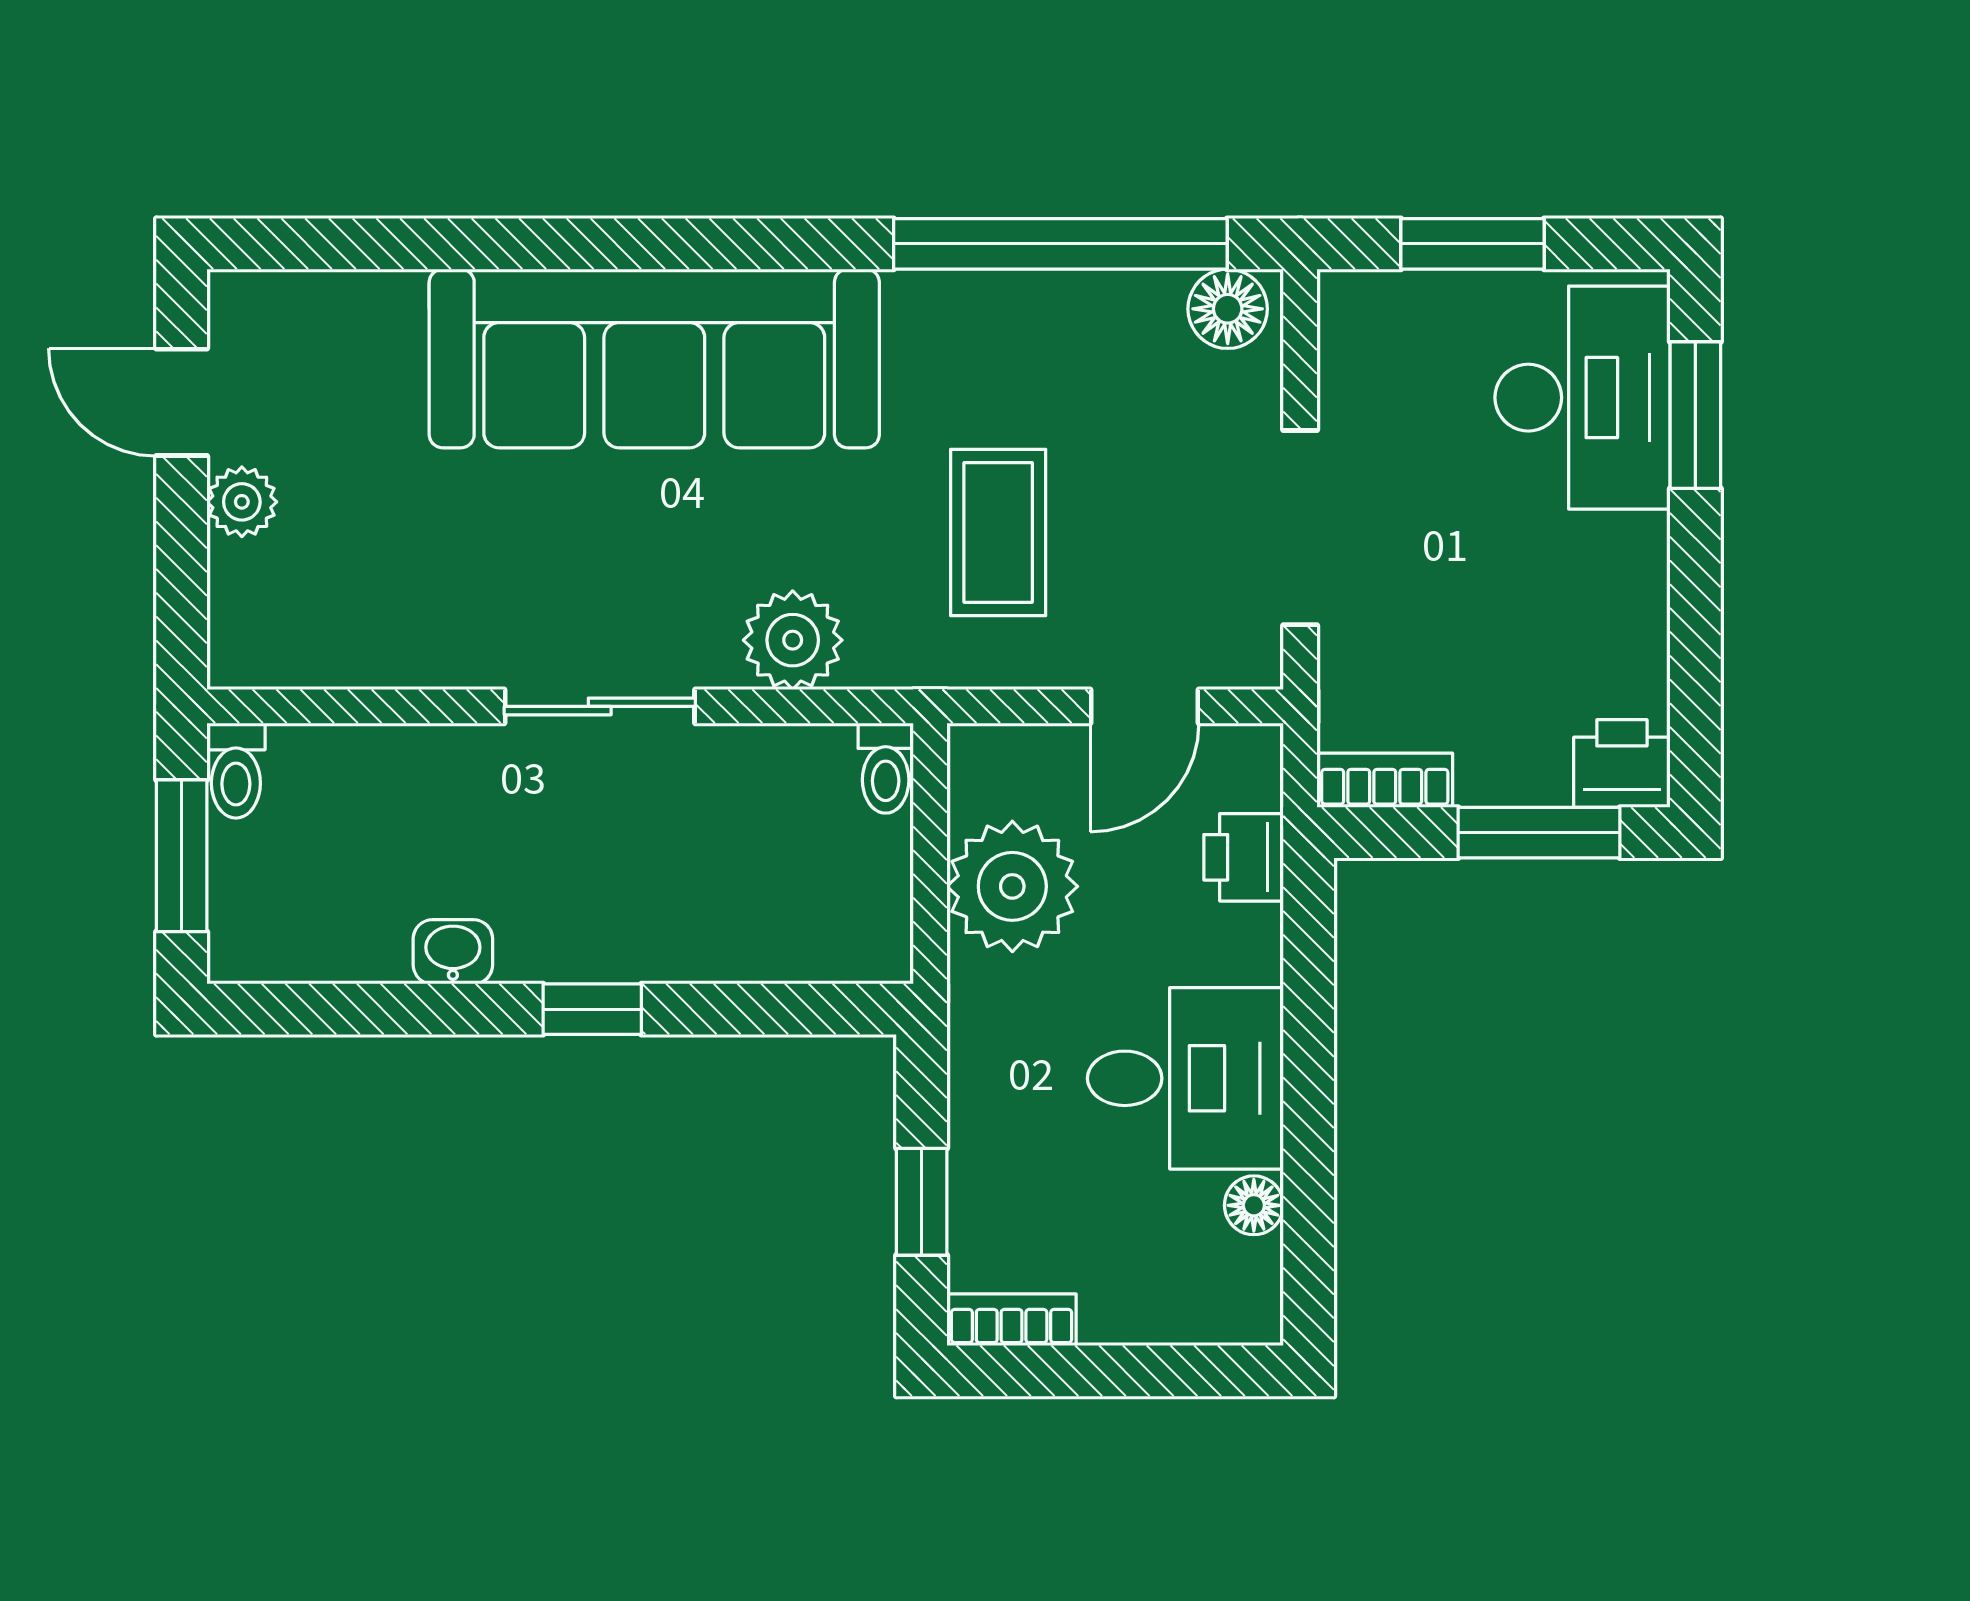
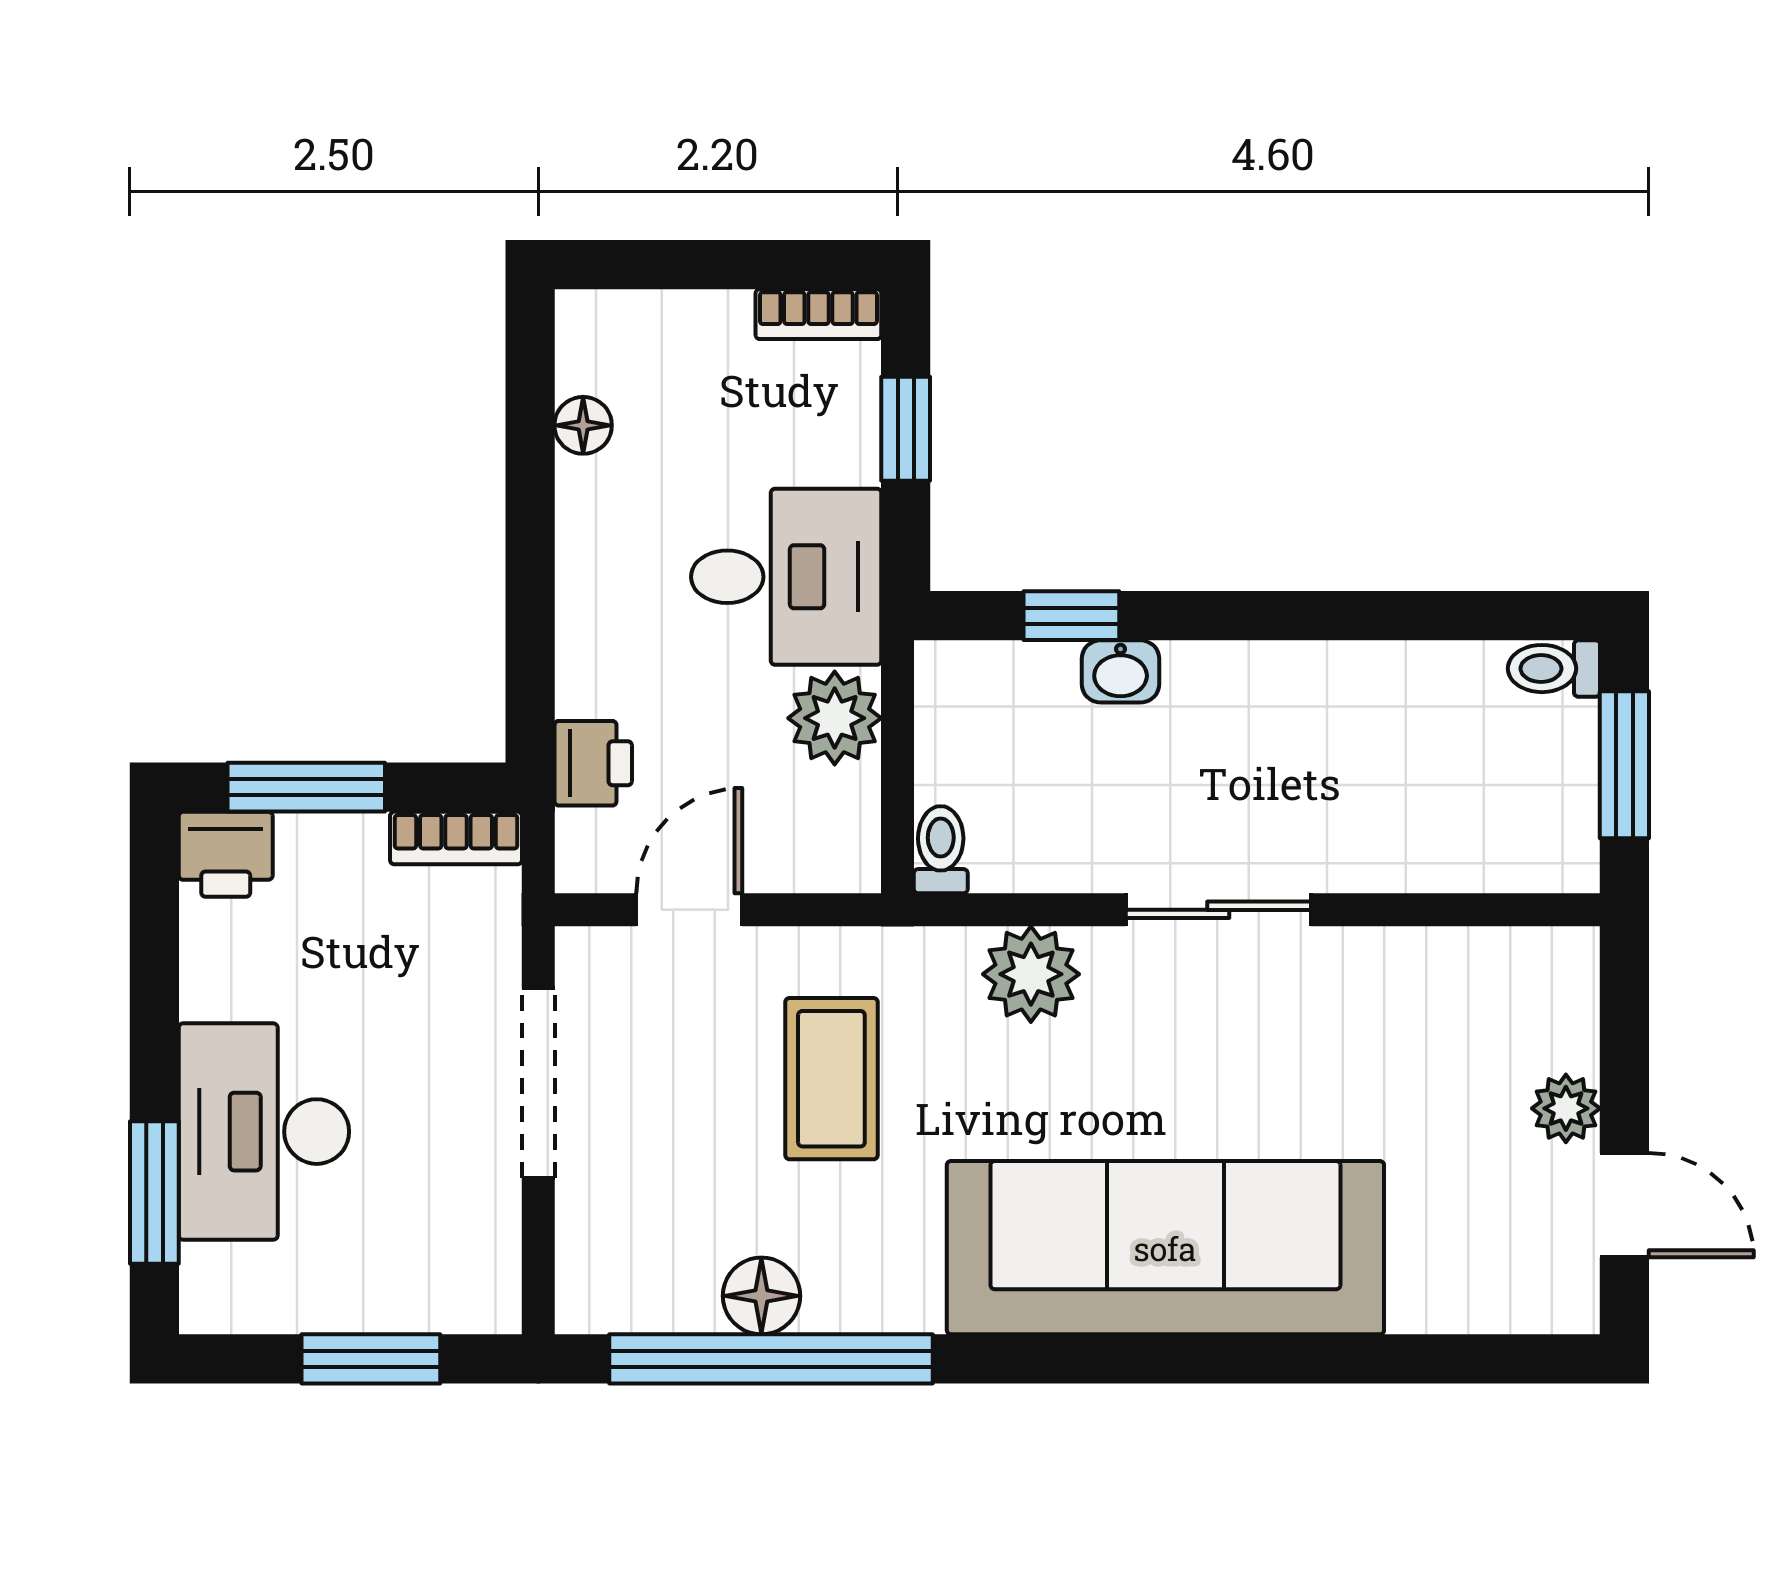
floor lamp: (1228, 309) -> (761, 1296), moved
desk: (1583, 398) -> (264, 1132), moved
toilet: (236, 771) -> (1554, 669), moved, turned -90
plant: (1012, 886) -> (835, 718), width x0.73, depth x0.73
washbasin: (453, 952) -> (1121, 671), moved
window: (592, 1009) -> (1071, 616), moved
desk: (1185, 1078) -> (786, 577), moved, turned 180

